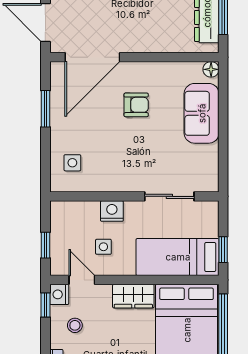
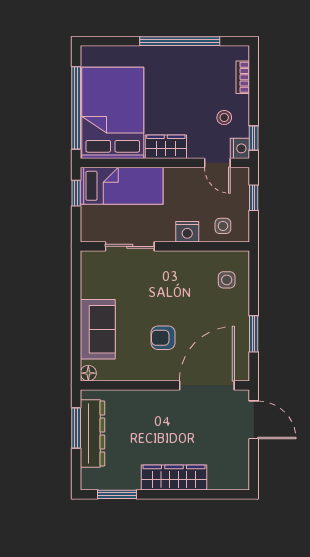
side table: (103, 247) -> (223, 226), moved

